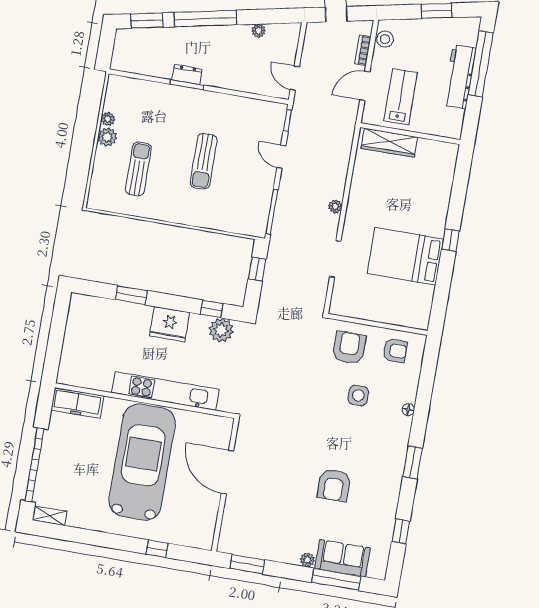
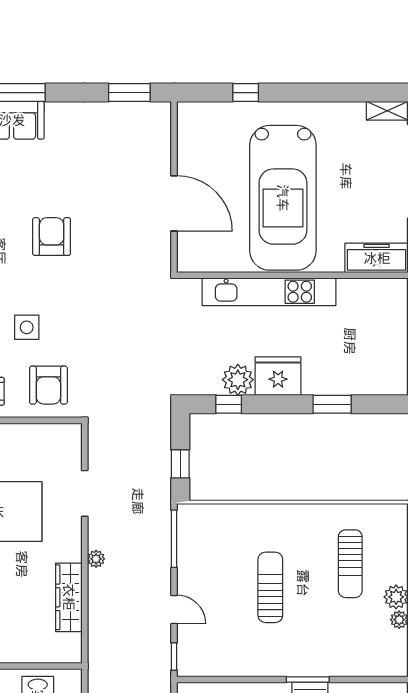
wardrobe: (389, 143) -> (69, 597), moved, turned -90
plant: (221, 330) -> (238, 380), moved
armchair: (334, 485) -> (52, 237), moved
plant: (307, 560) -> (55, 111), removed

